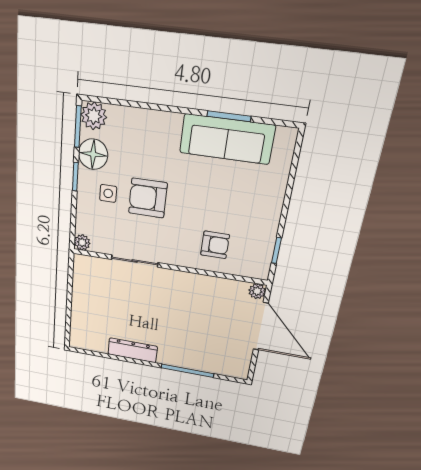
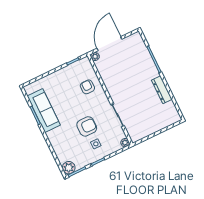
floor lamp: (93, 154) -> (84, 159), removed
armchair: (148, 198) -> (87, 126), turned -90

